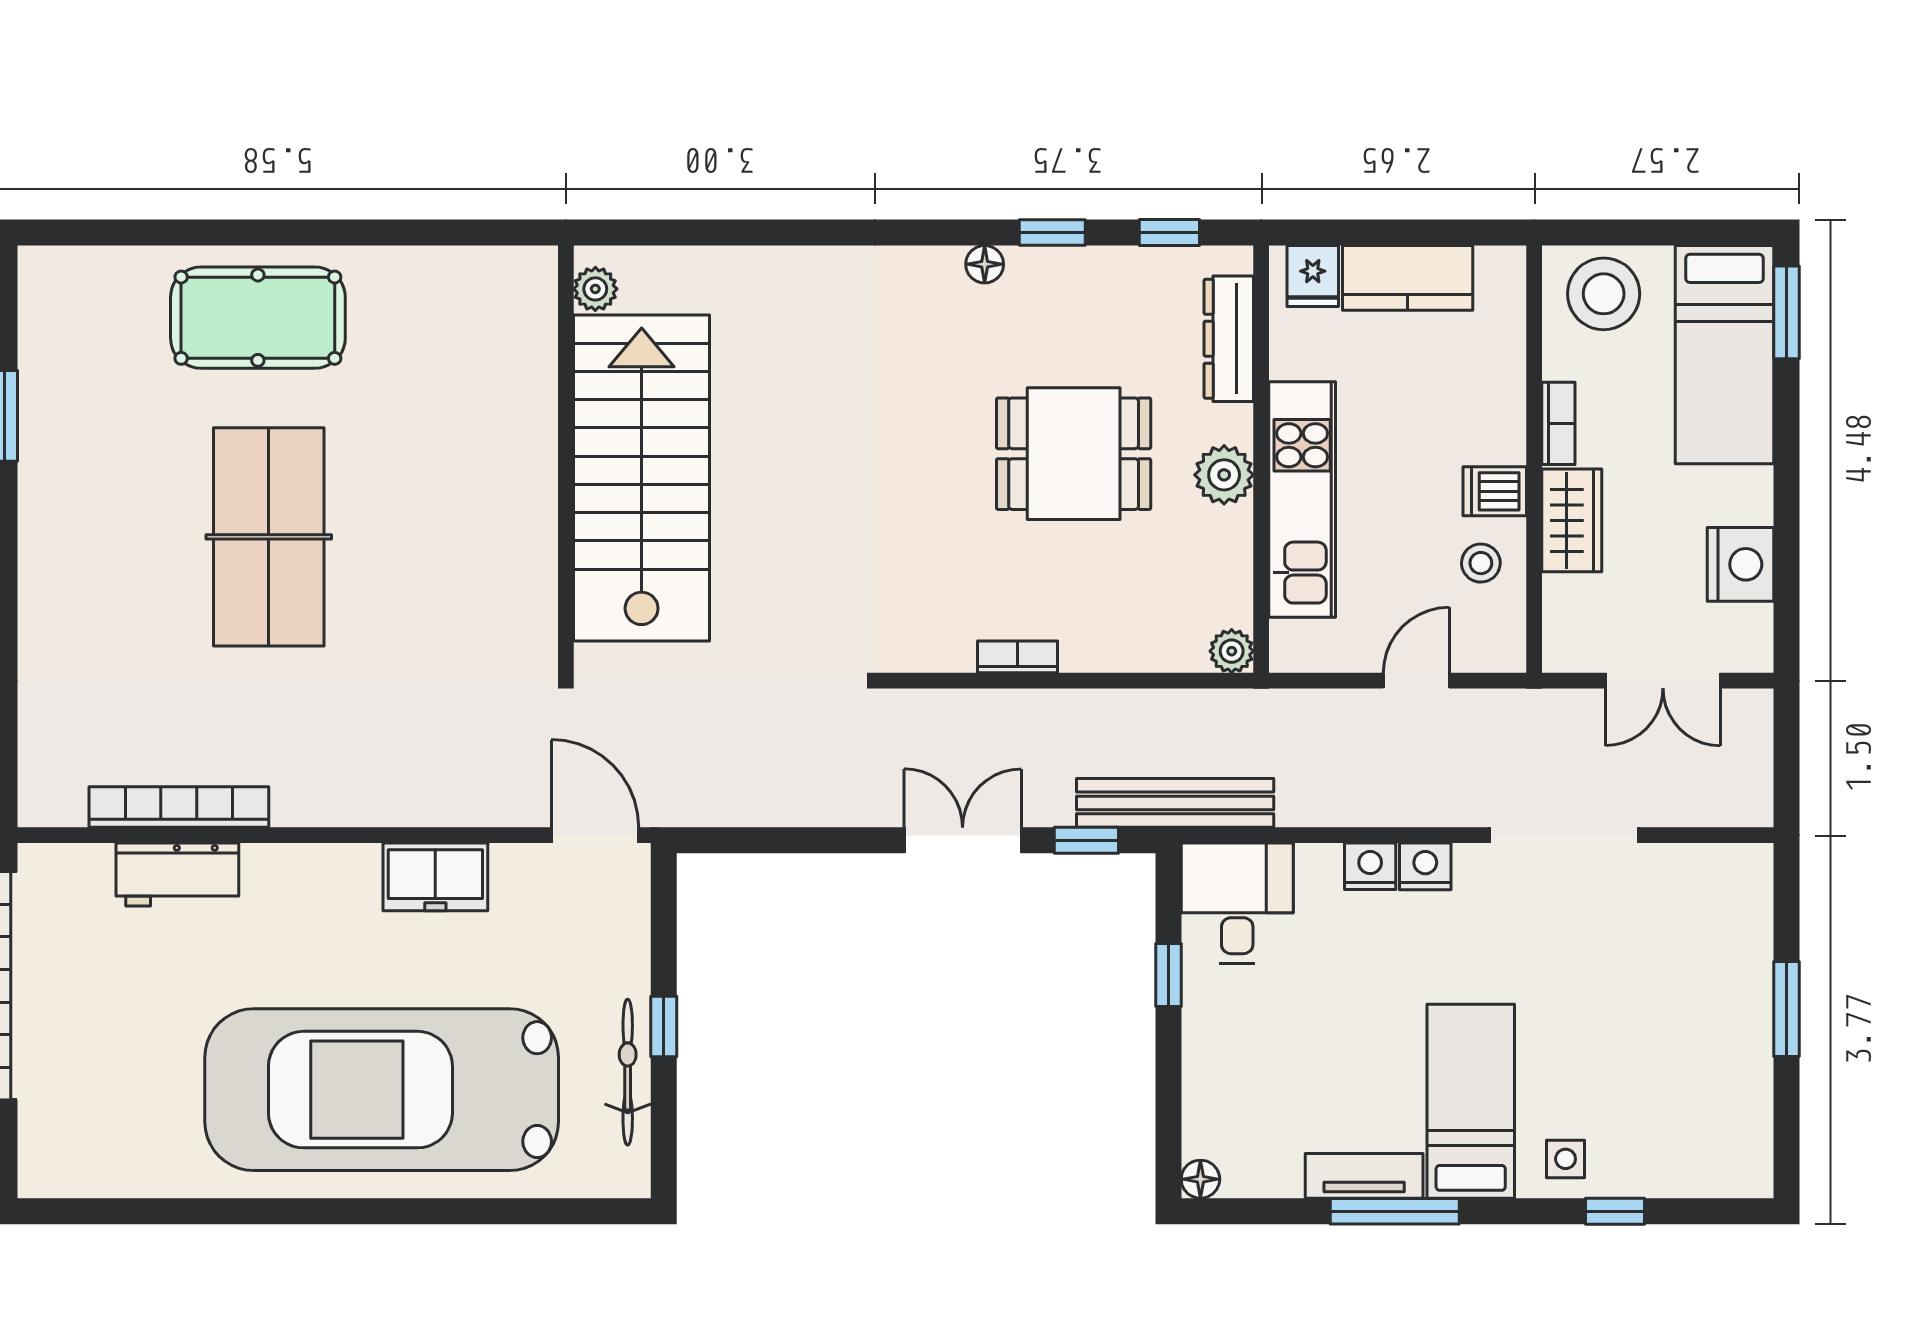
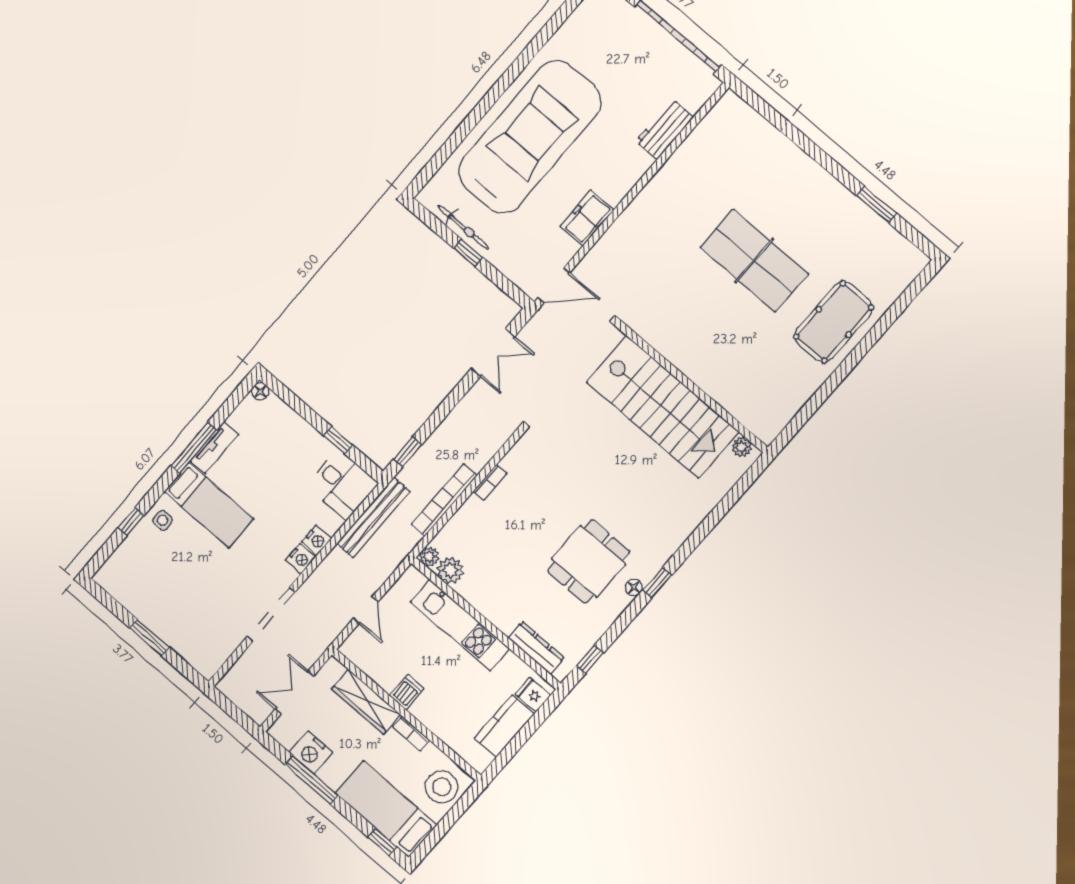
window: (1052, 233) -> (657, 583), moved
window: (1787, 312) -> (382, 842), width x0.67
dining table: (1074, 454) -> (589, 561), moved
plant: (1224, 475) -> (450, 570), moved
wardrobe: (1572, 520) -> (366, 702), width x1.50
window: (1787, 524) -> (311, 780), added
stool: (1481, 563) -> (387, 666), removed
bench: (1175, 803) -> (373, 518), moved
bookcase: (179, 807) -> (444, 500), moved, turned 180
double door: (963, 840) -> (493, 353), moved

